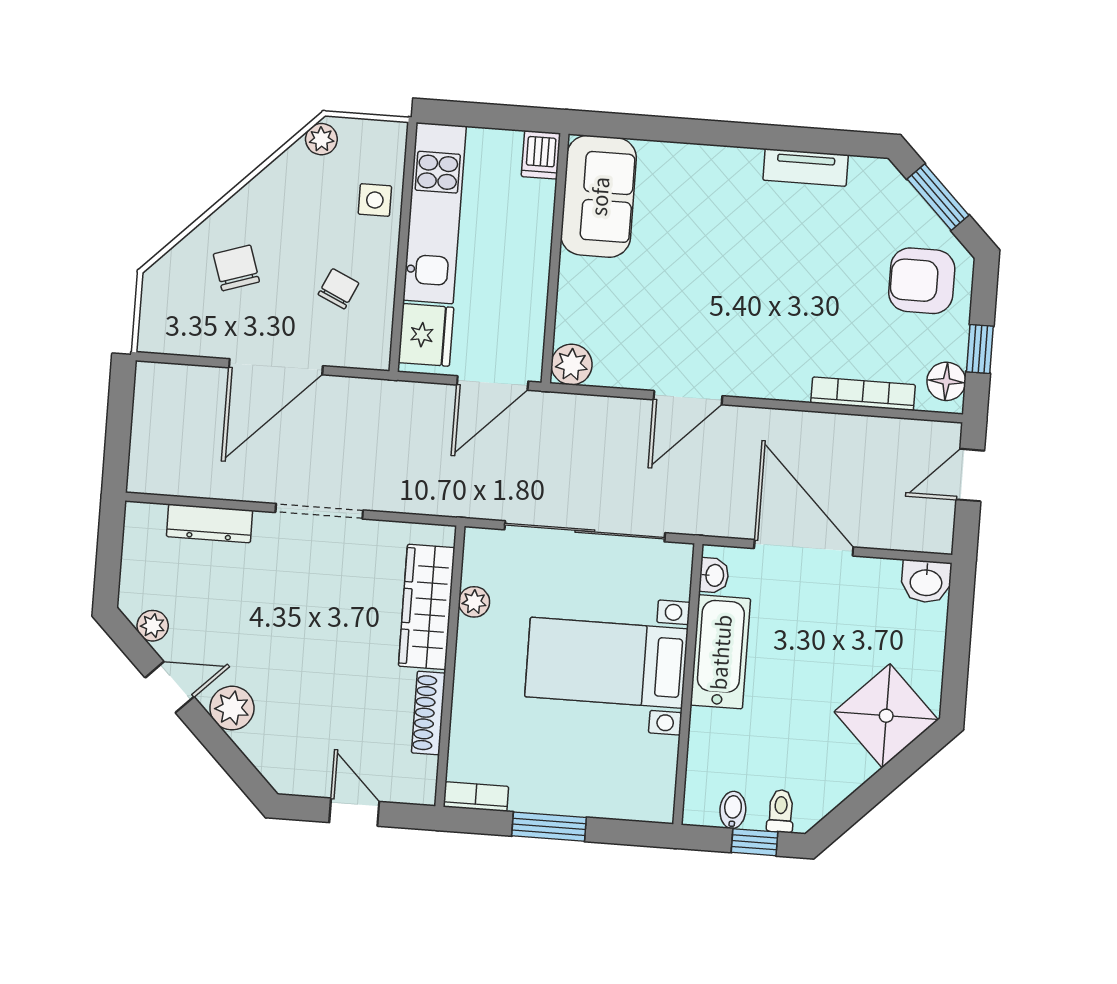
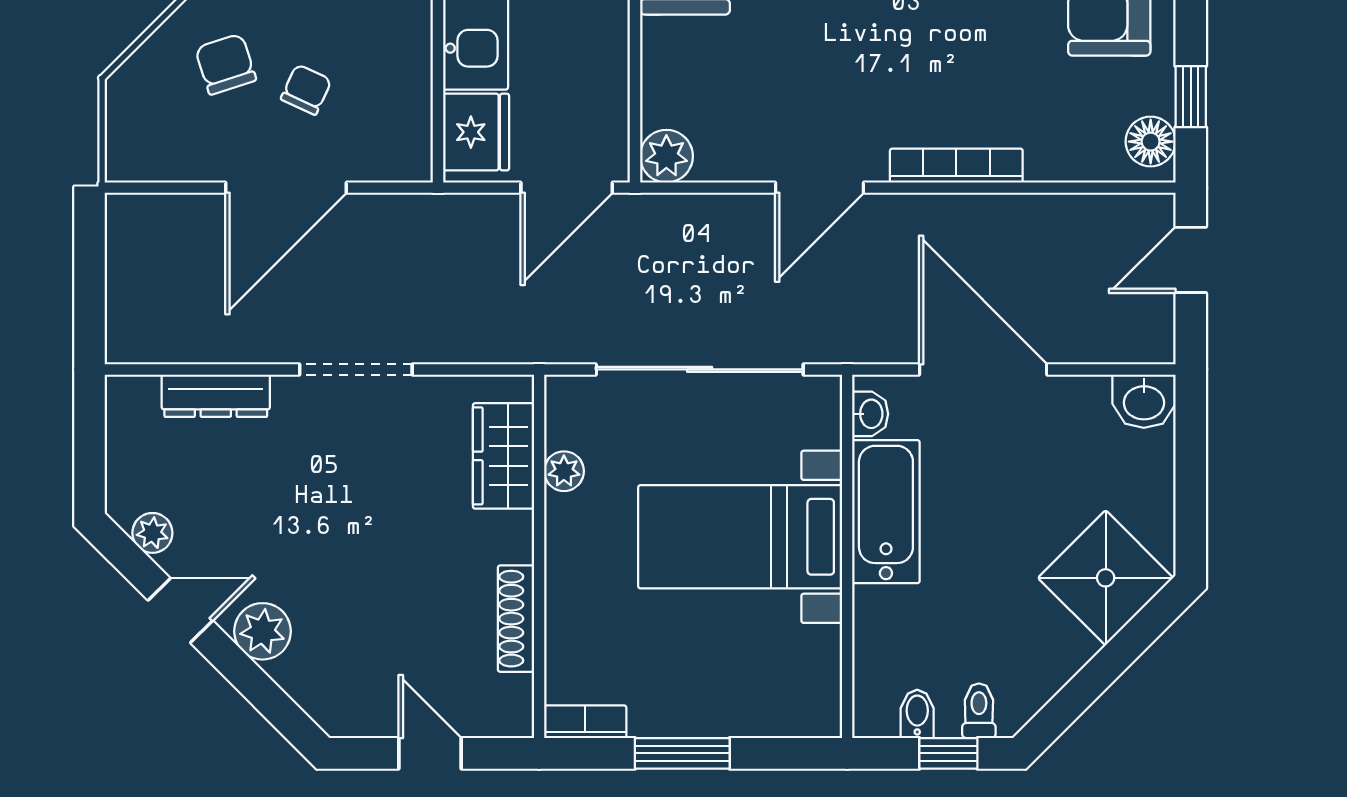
chair: (339, 289) -> (306, 90), moved
bookcase: (863, 394) -> (956, 166), moved
wardrobe: (427, 607) -> (503, 456), width x0.67

